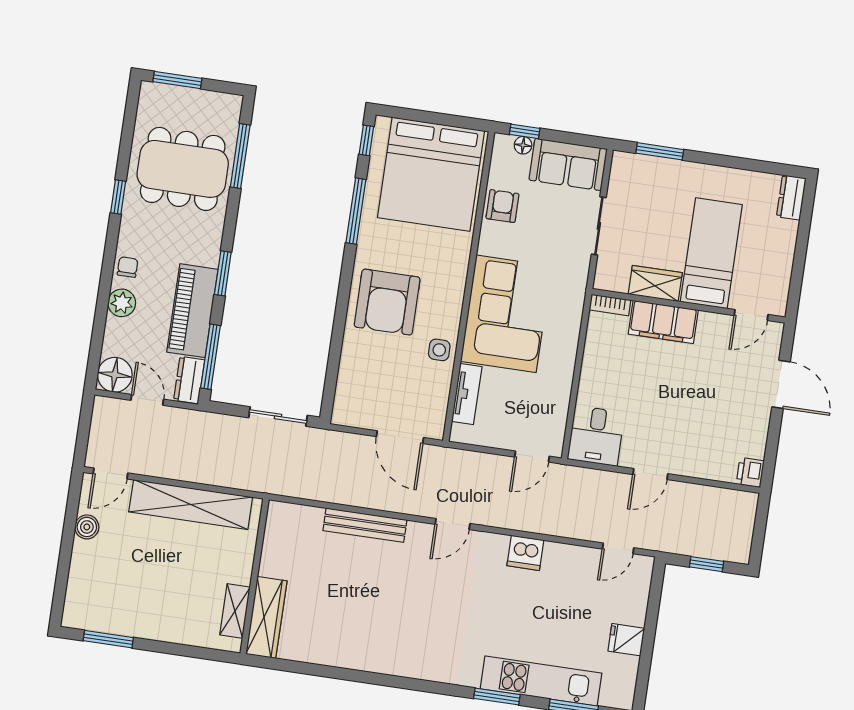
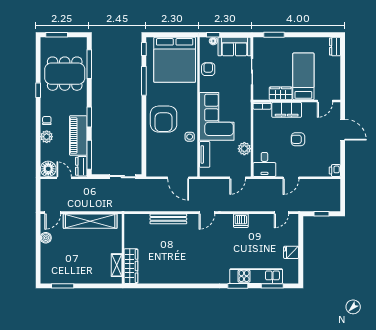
armchair: (679, 391) -> (298, 139), added
plant: (557, 394) -> (244, 149), added

